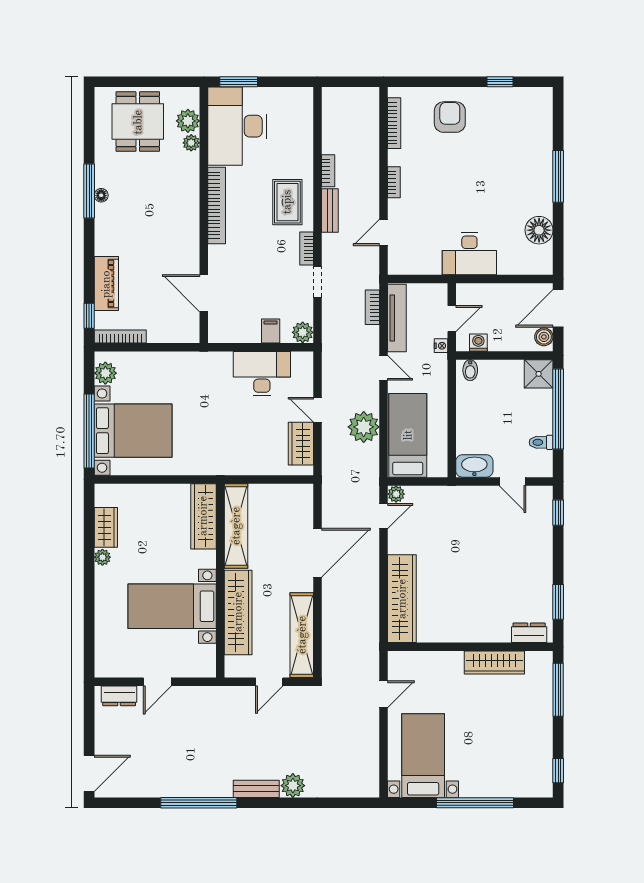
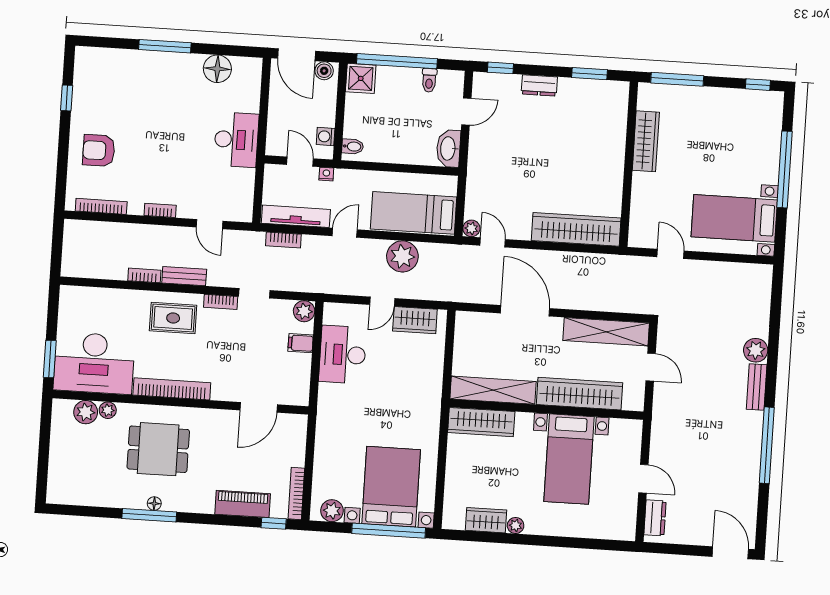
dining table: (138, 122) -> (158, 449), moved
dresser: (529, 633) -> (539, 85), moved, turned -90

